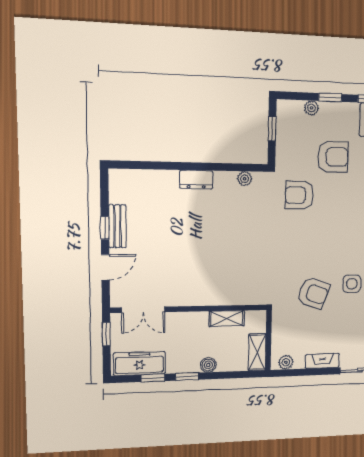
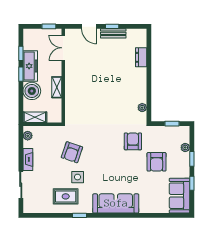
dresser: (196, 180) -> (141, 57), moved
shelving: (227, 319) -> (57, 87), moved
freezer: (139, 363) -> (30, 66), moved
boiler: (208, 365) -> (32, 91), width x1.86, depth x1.86

